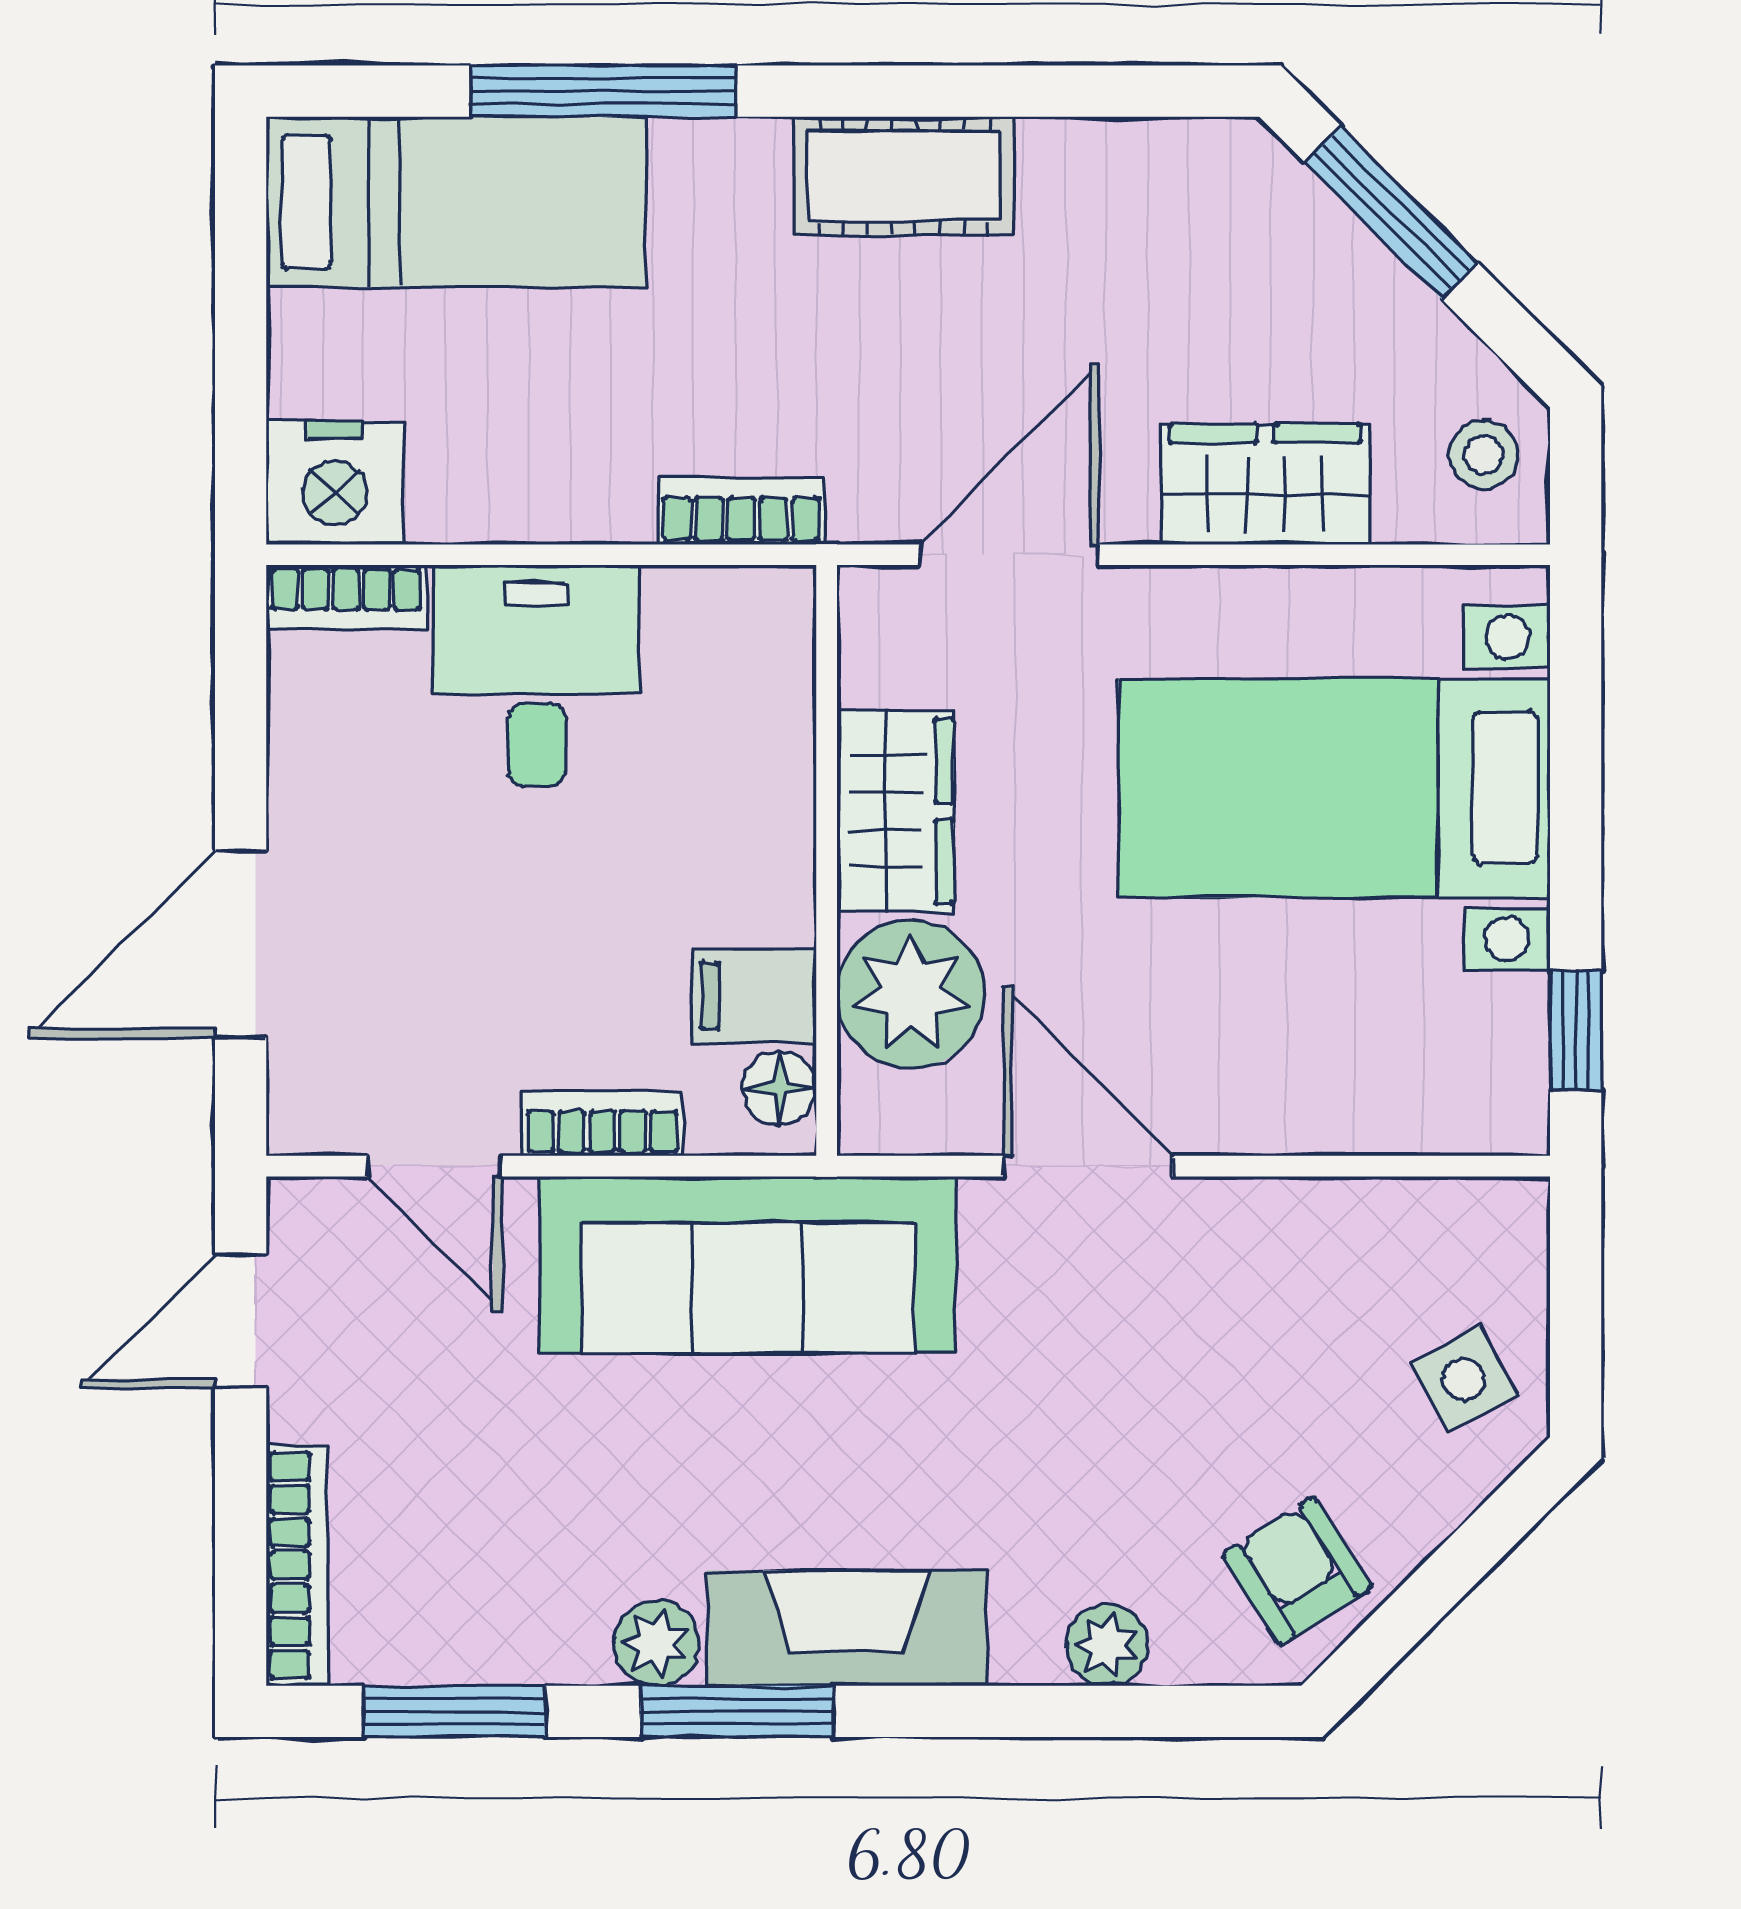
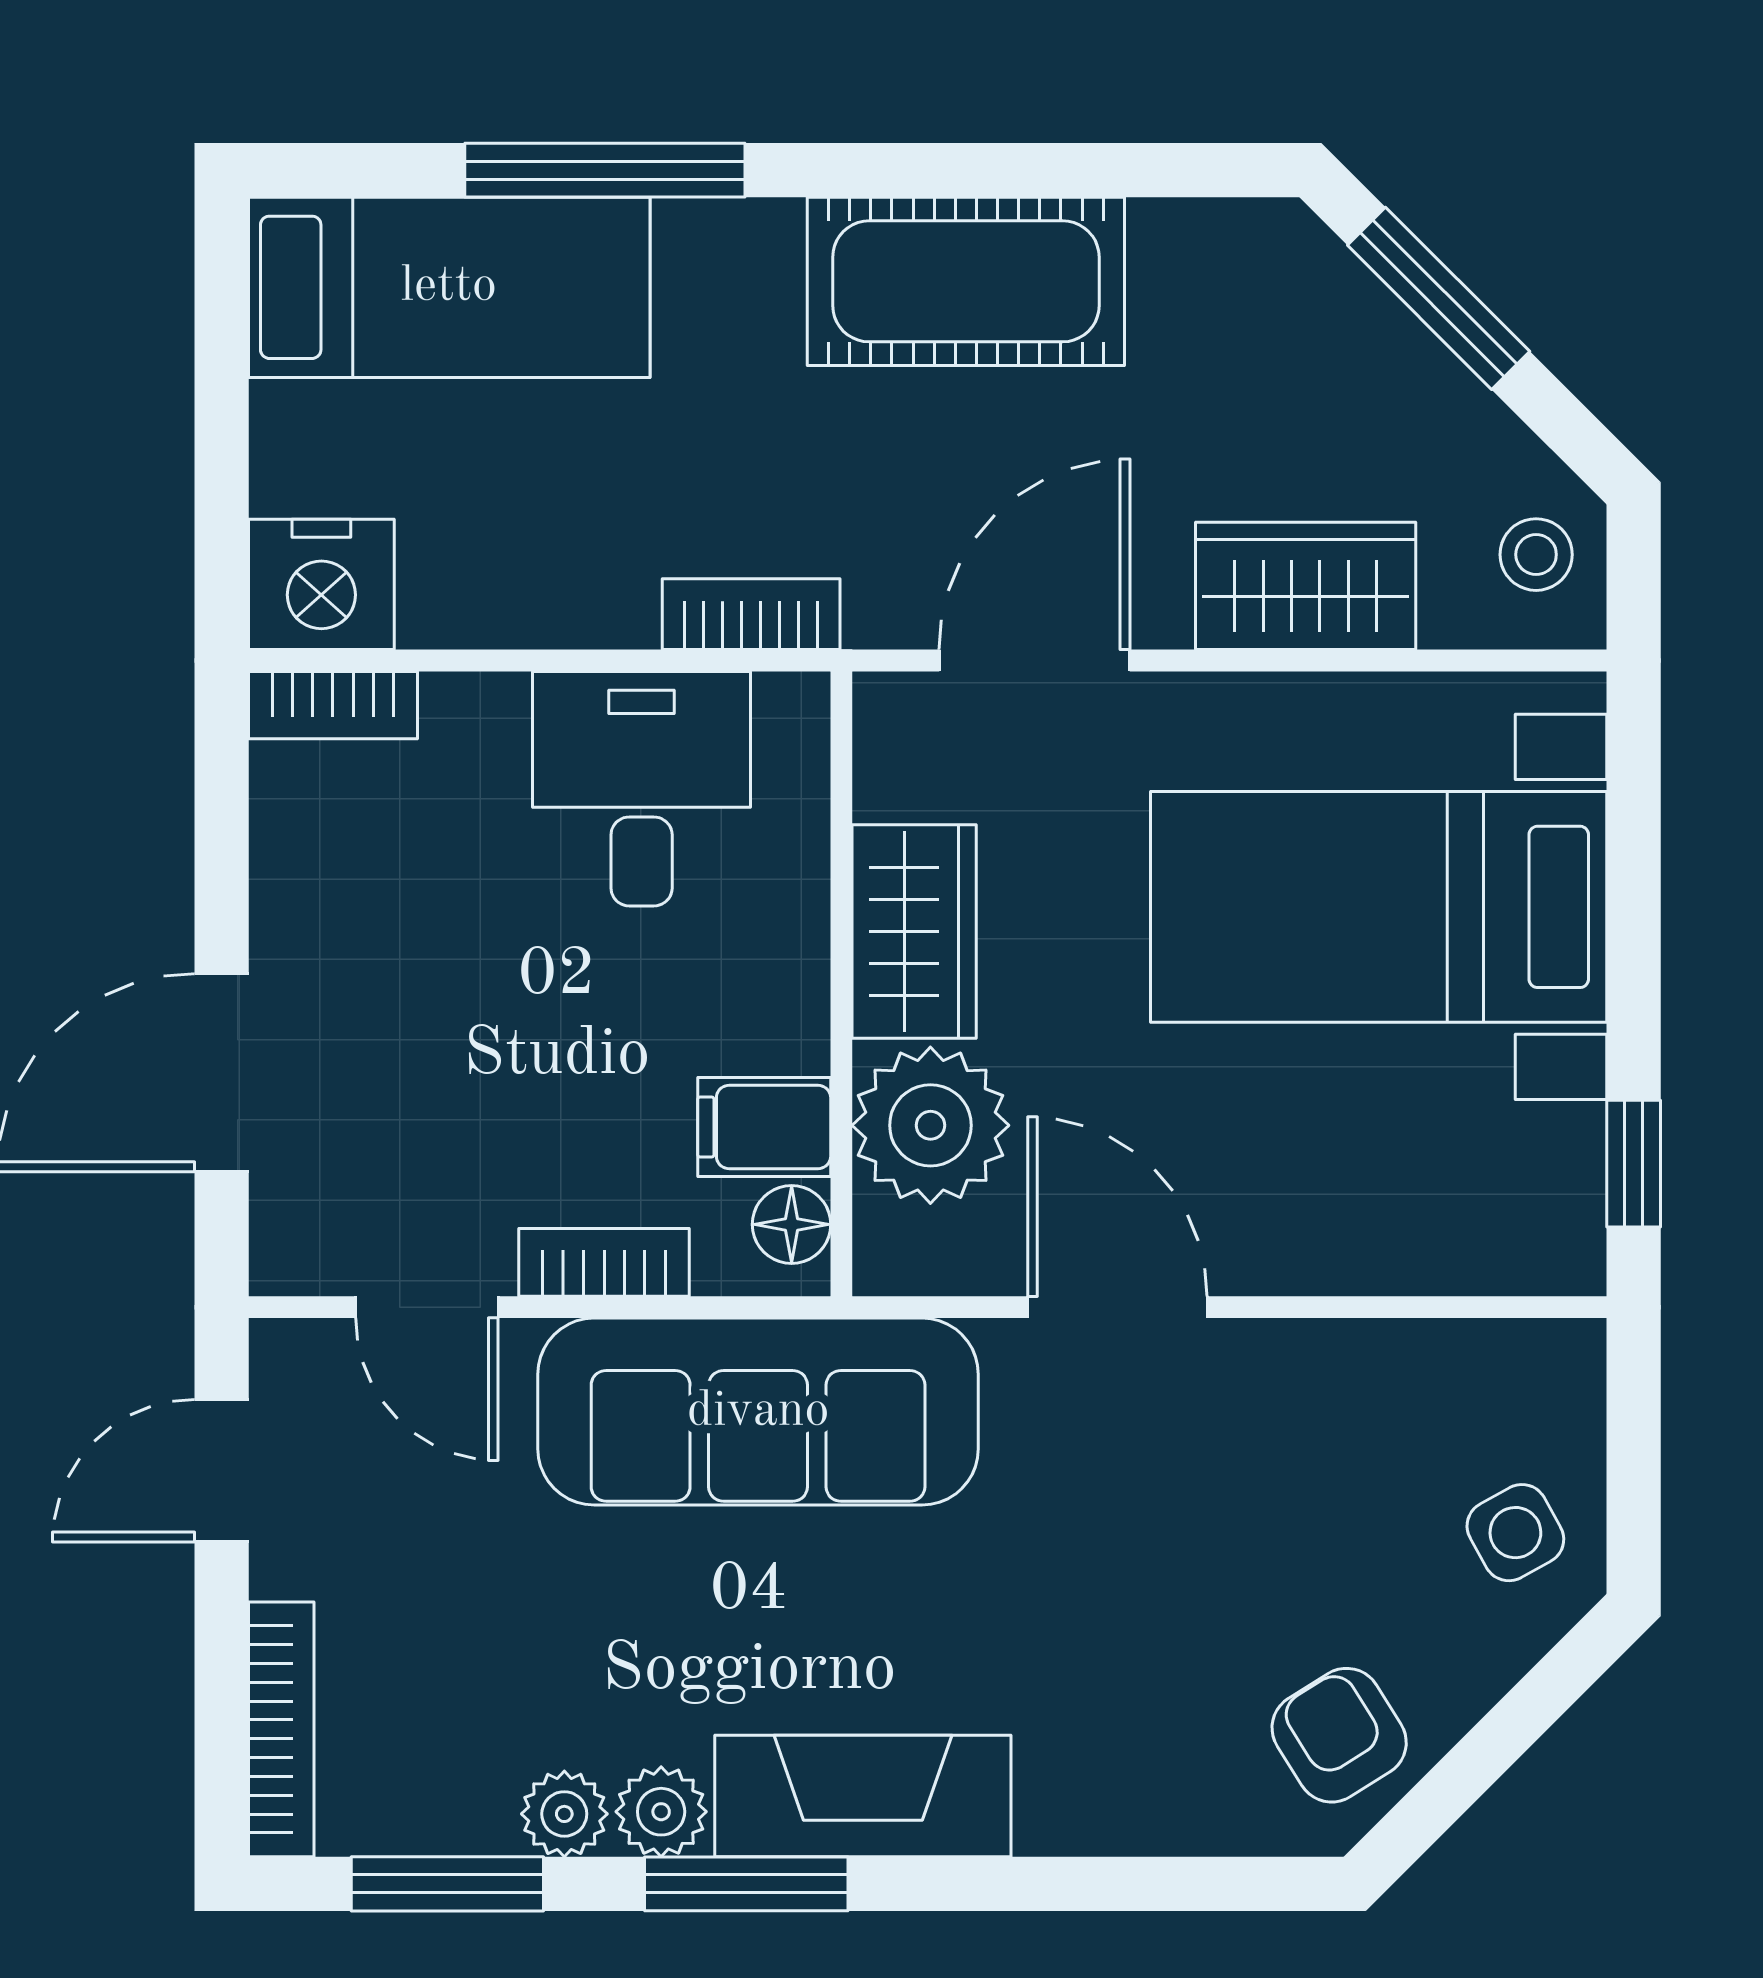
cot: (904, 176) -> (966, 281), width x1.37, depth x1.34
desk: (537, 676) -> (642, 789), moved
plant: (1107, 1645) -> (564, 1814), moved

